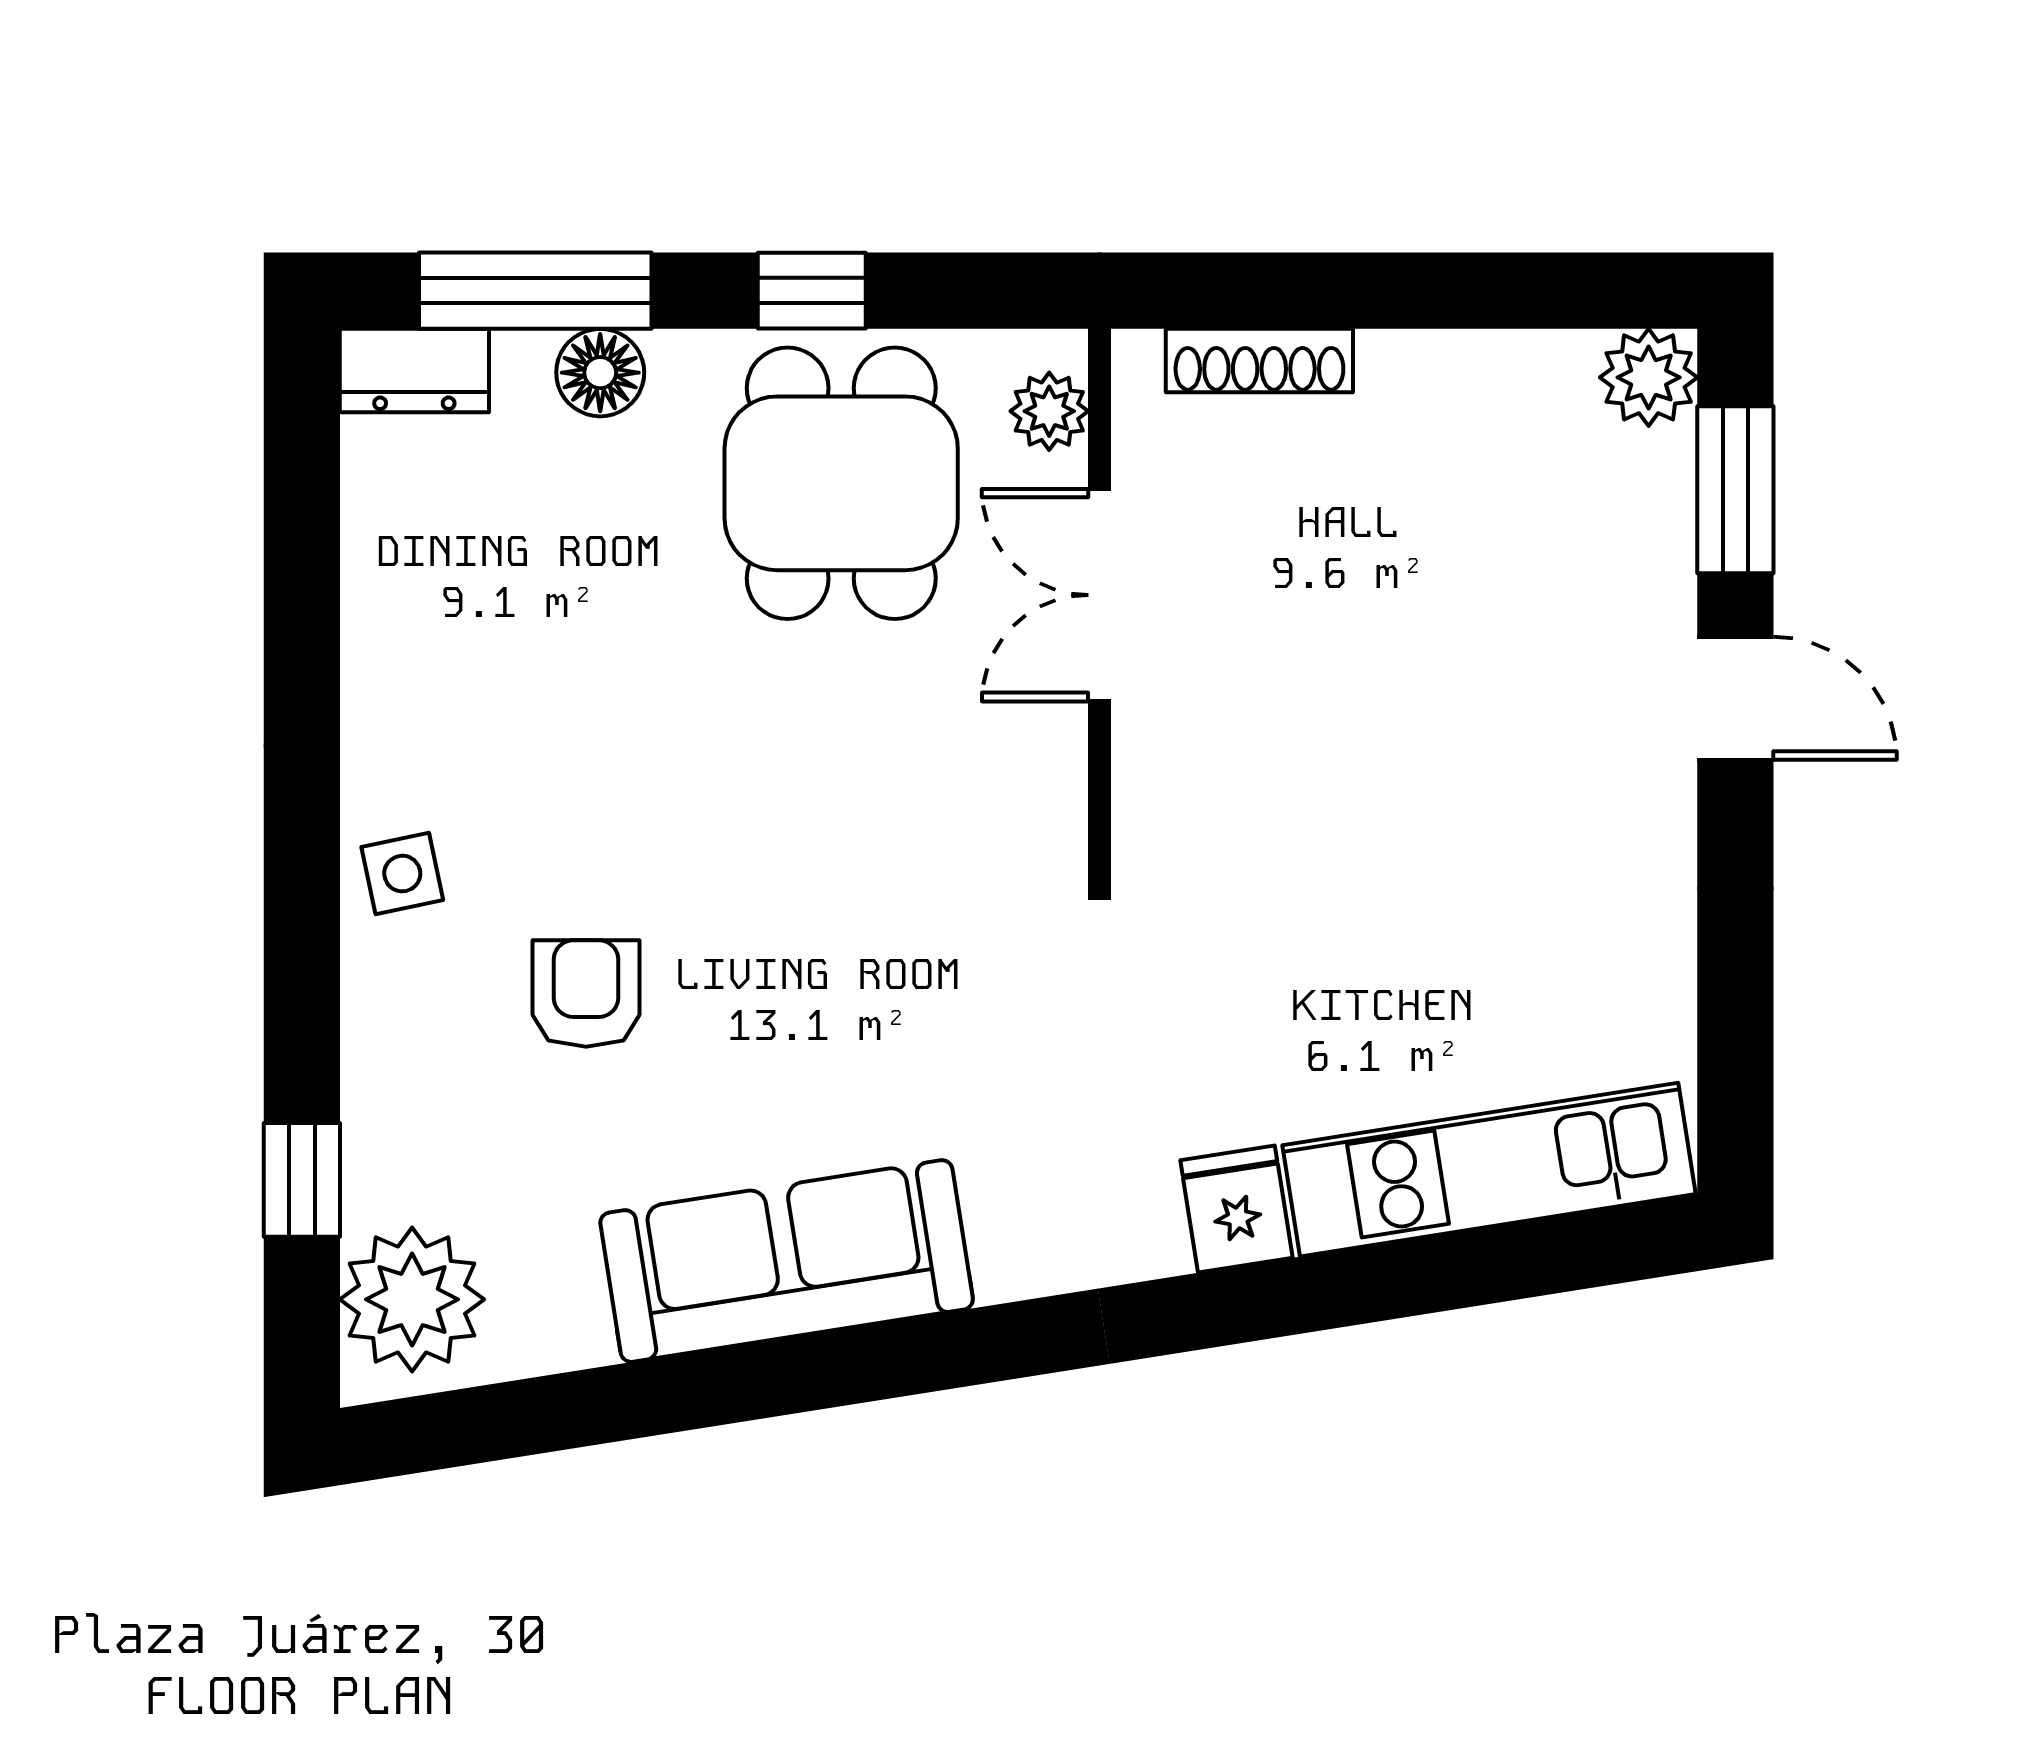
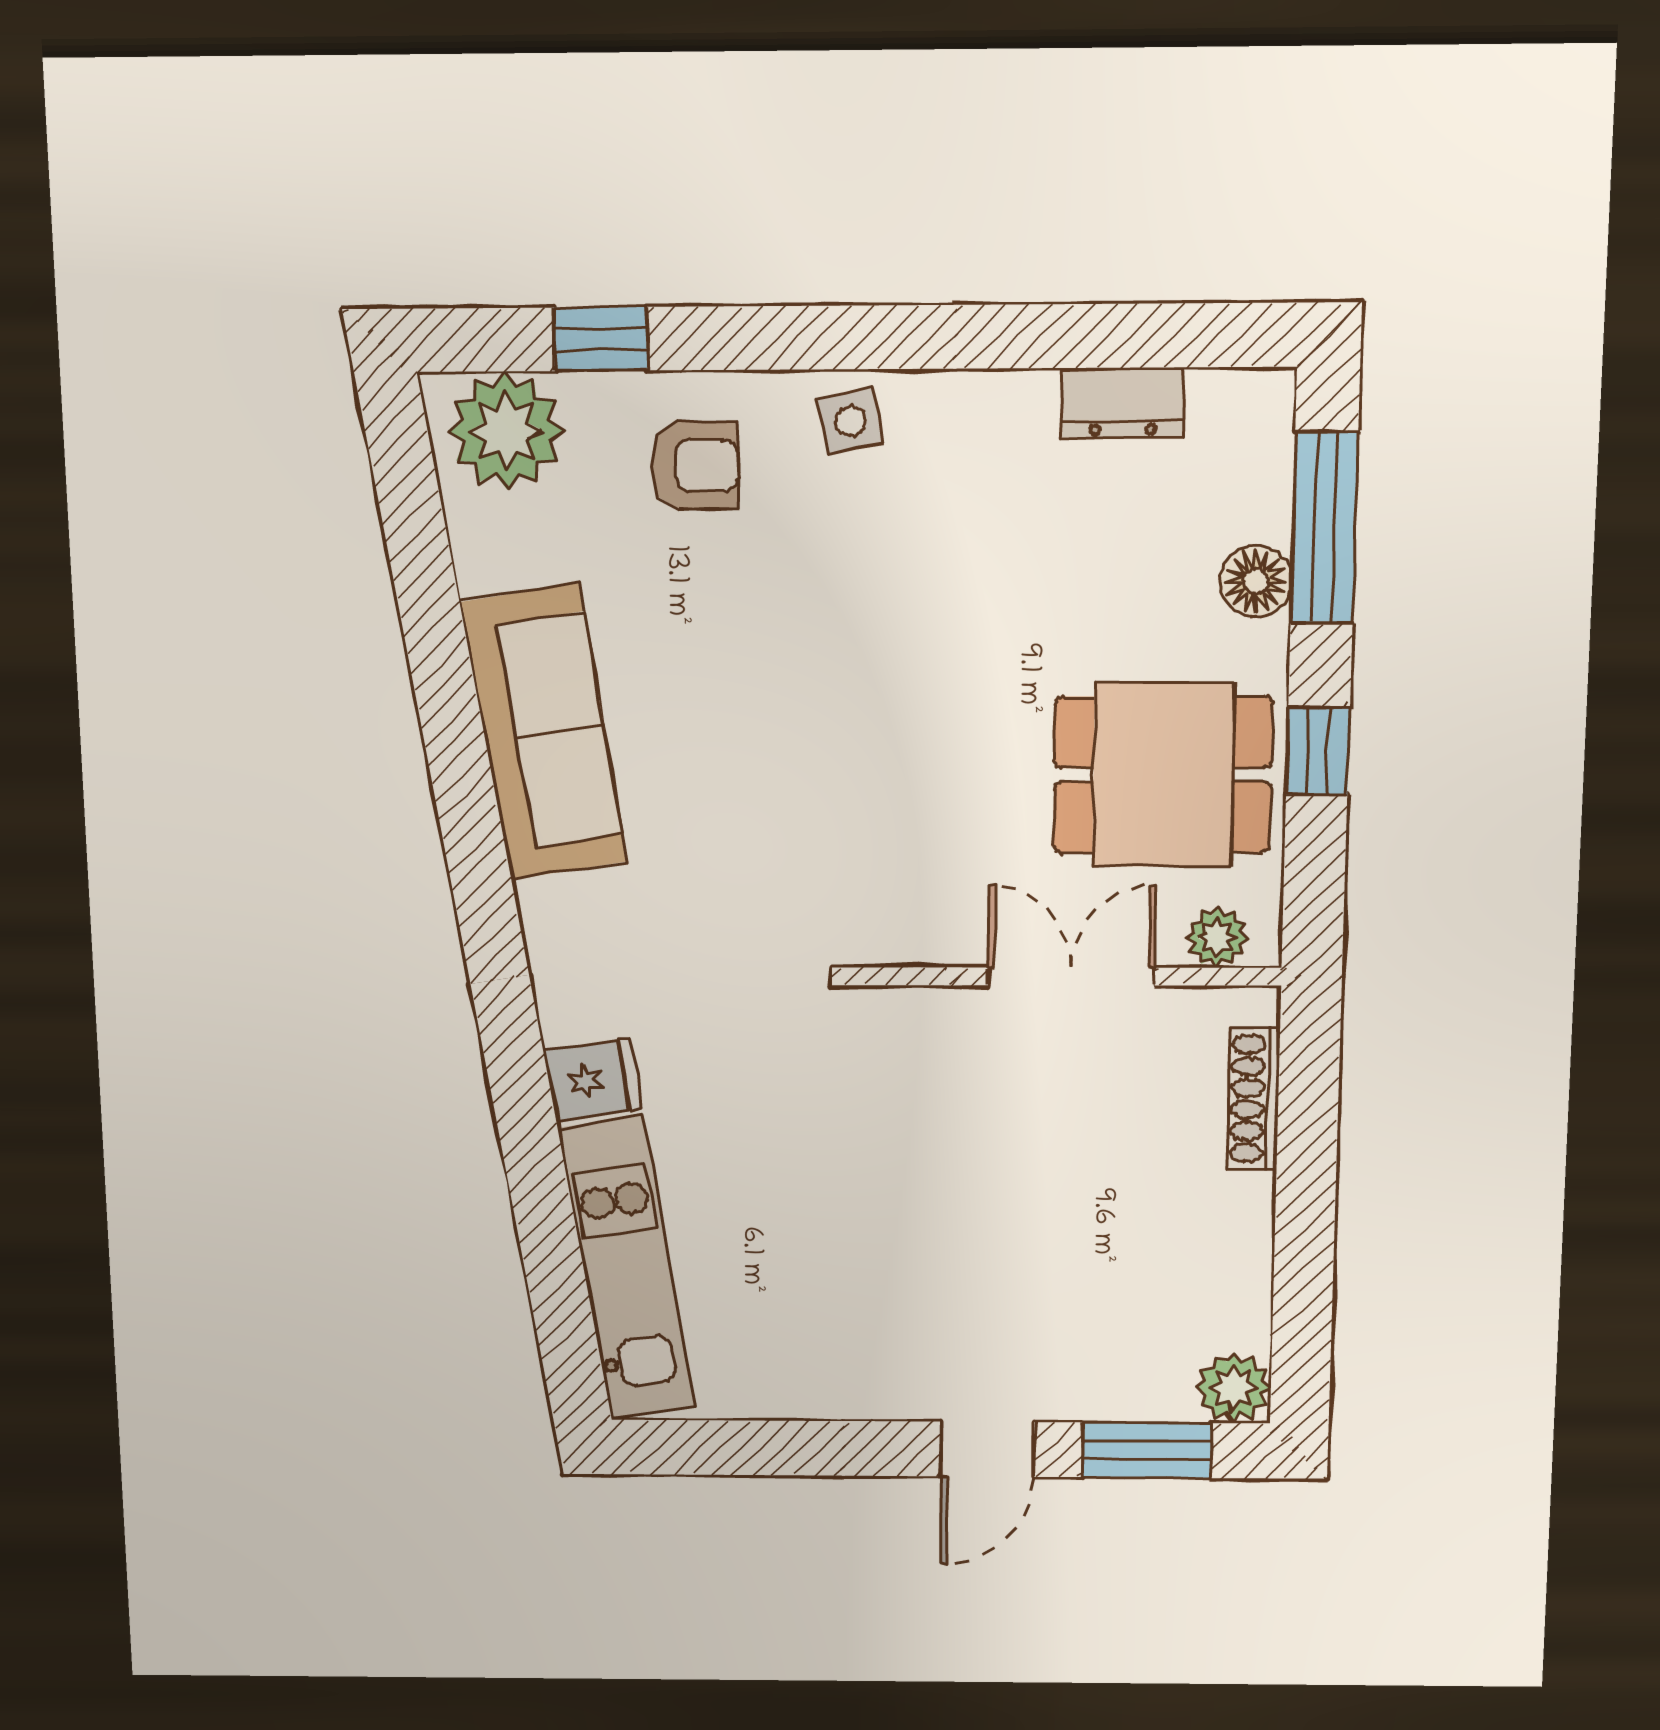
dresser: (414, 371) -> (1123, 403), moved, turned -90
armchair: (586, 994) -> (695, 465), moved

